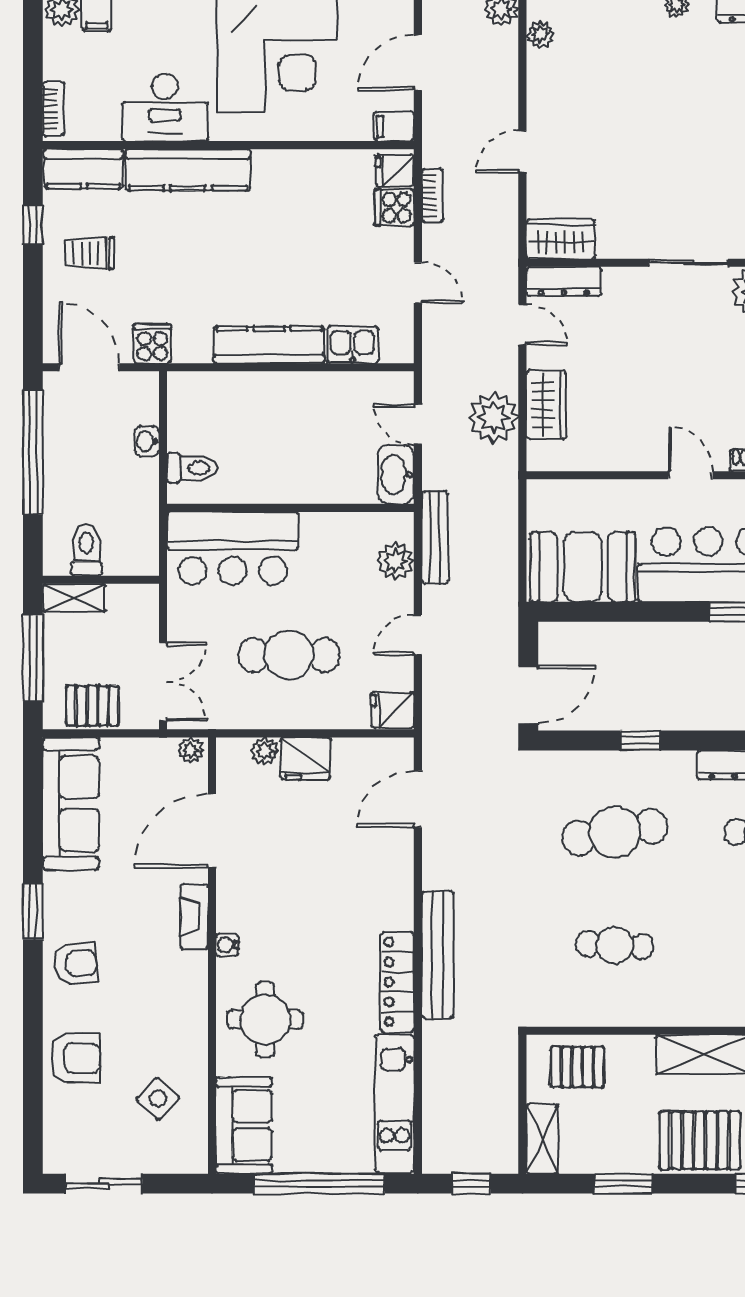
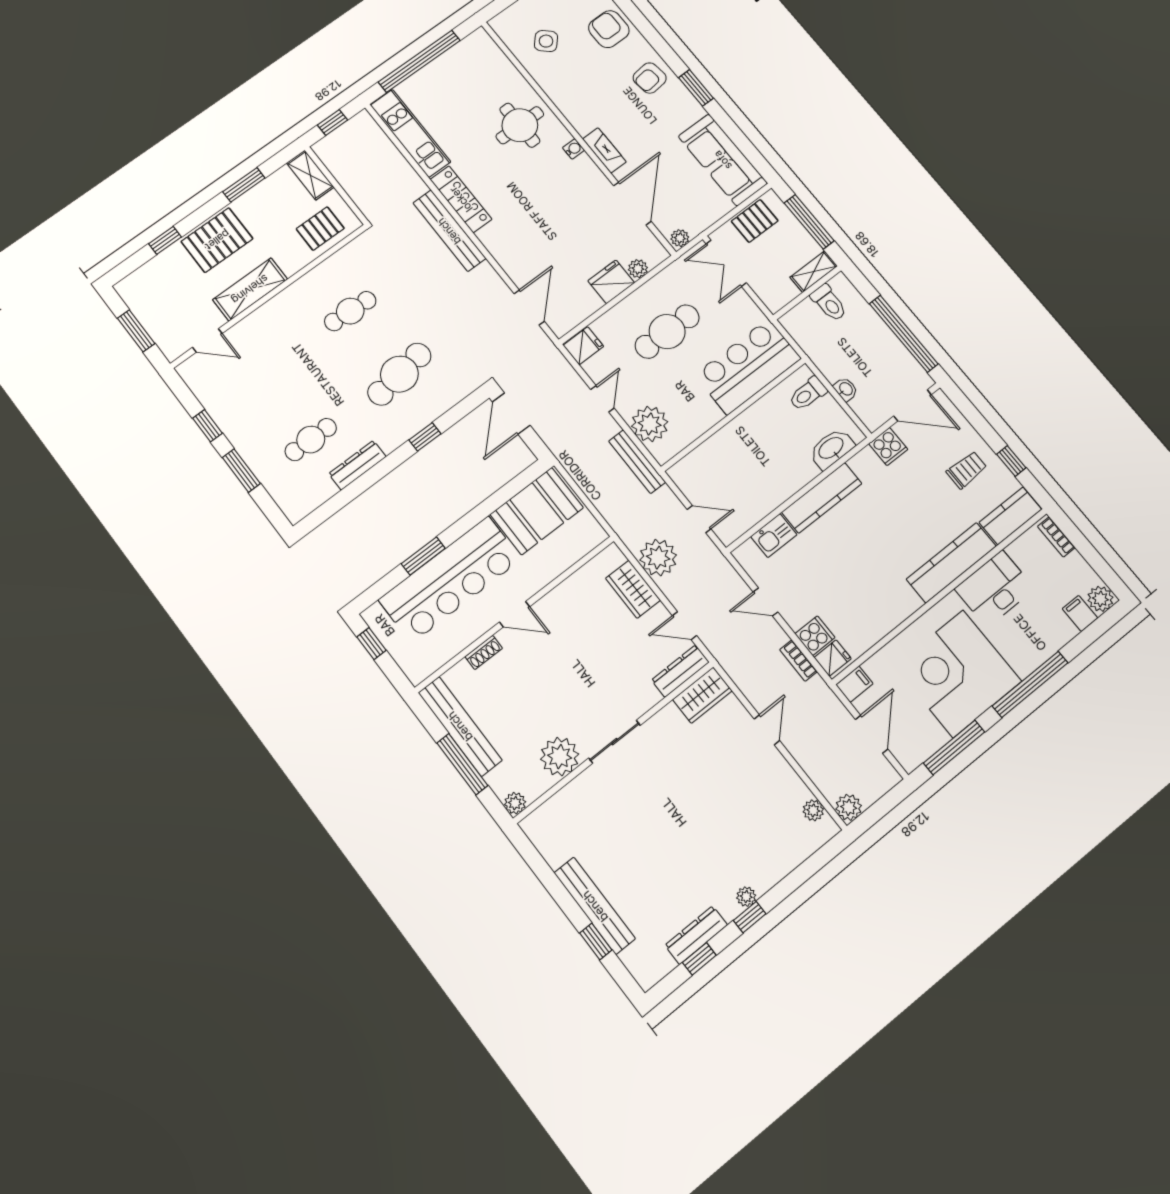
washbasin: (396, 475) -> (831, 449), moved, turned -90
plant: (396, 561) -> (650, 424), width x1.36, depth x1.36
armchair: (75, 1058) -> (609, 29), turned 90
sofa: (244, 1125) -> (486, 61), removed

